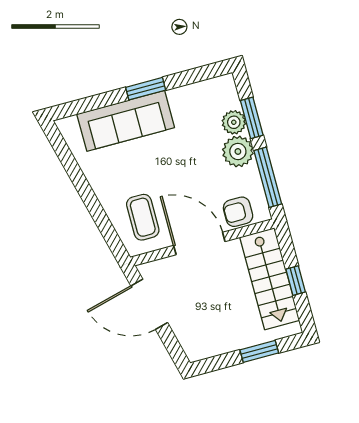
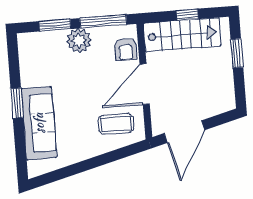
plant: (234, 122) -> (56, 40), removed

